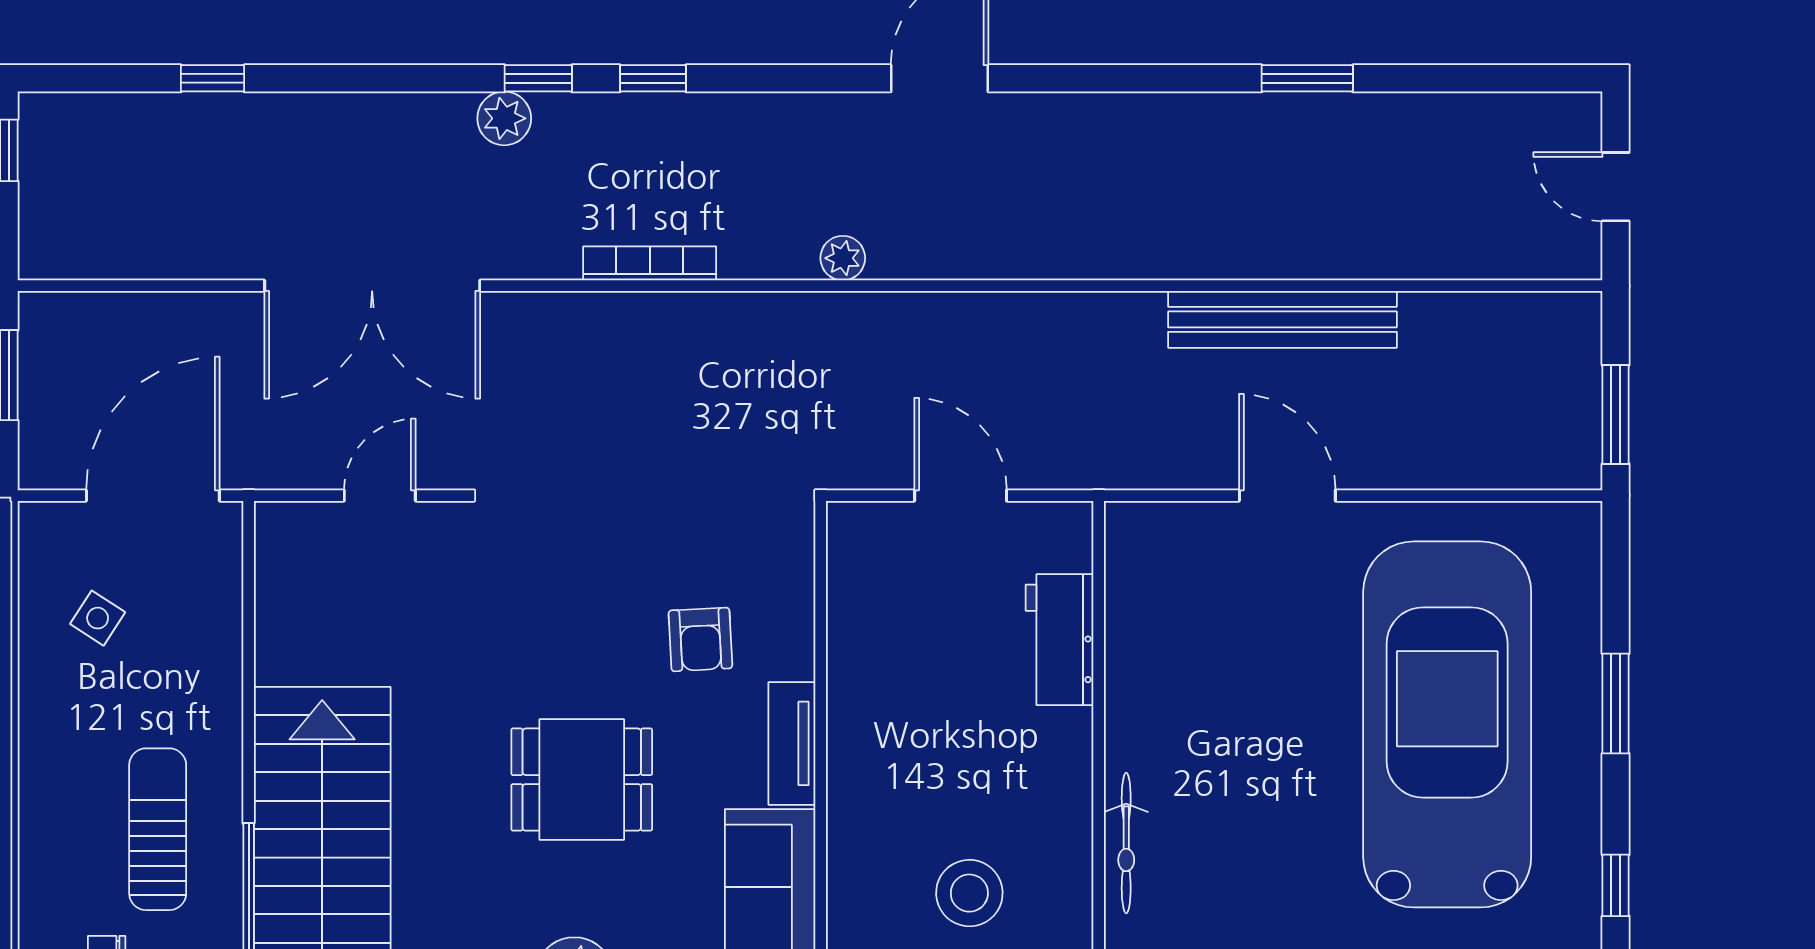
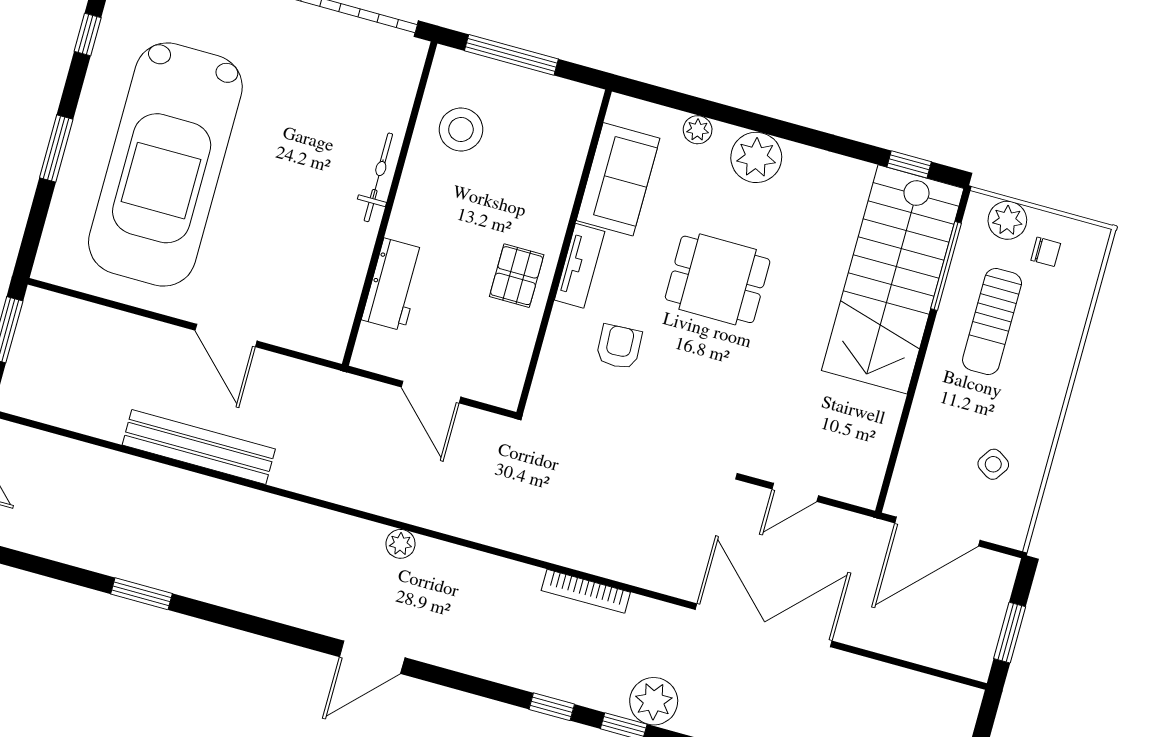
plant: (504, 118) -> (654, 701), width x1.36, depth x1.36
plant: (843, 258) -> (401, 544), moved
pallet: (881, 703) -> (517, 276), added
bicycle: (1126, 843) -> (378, 177), moved
stool: (969, 893) -> (461, 130), moved

